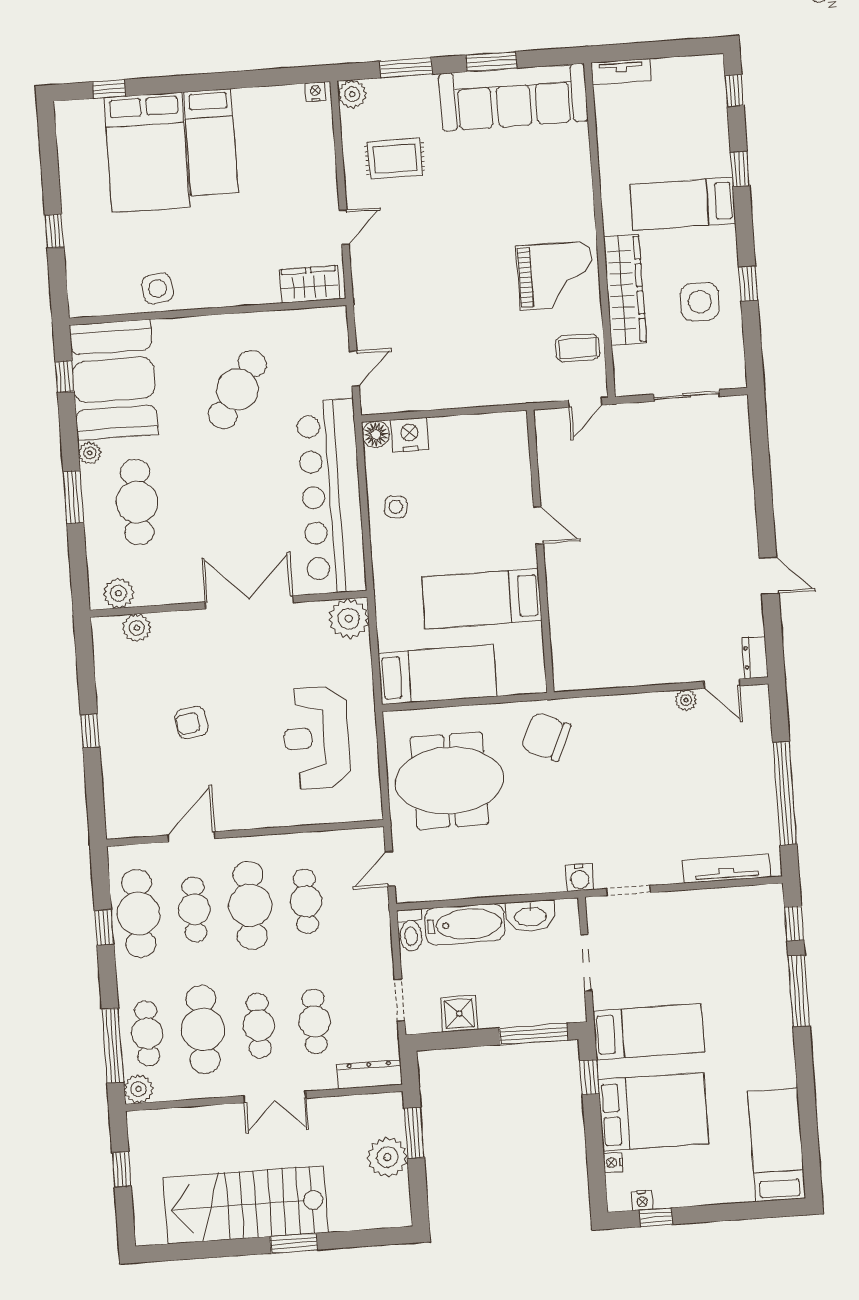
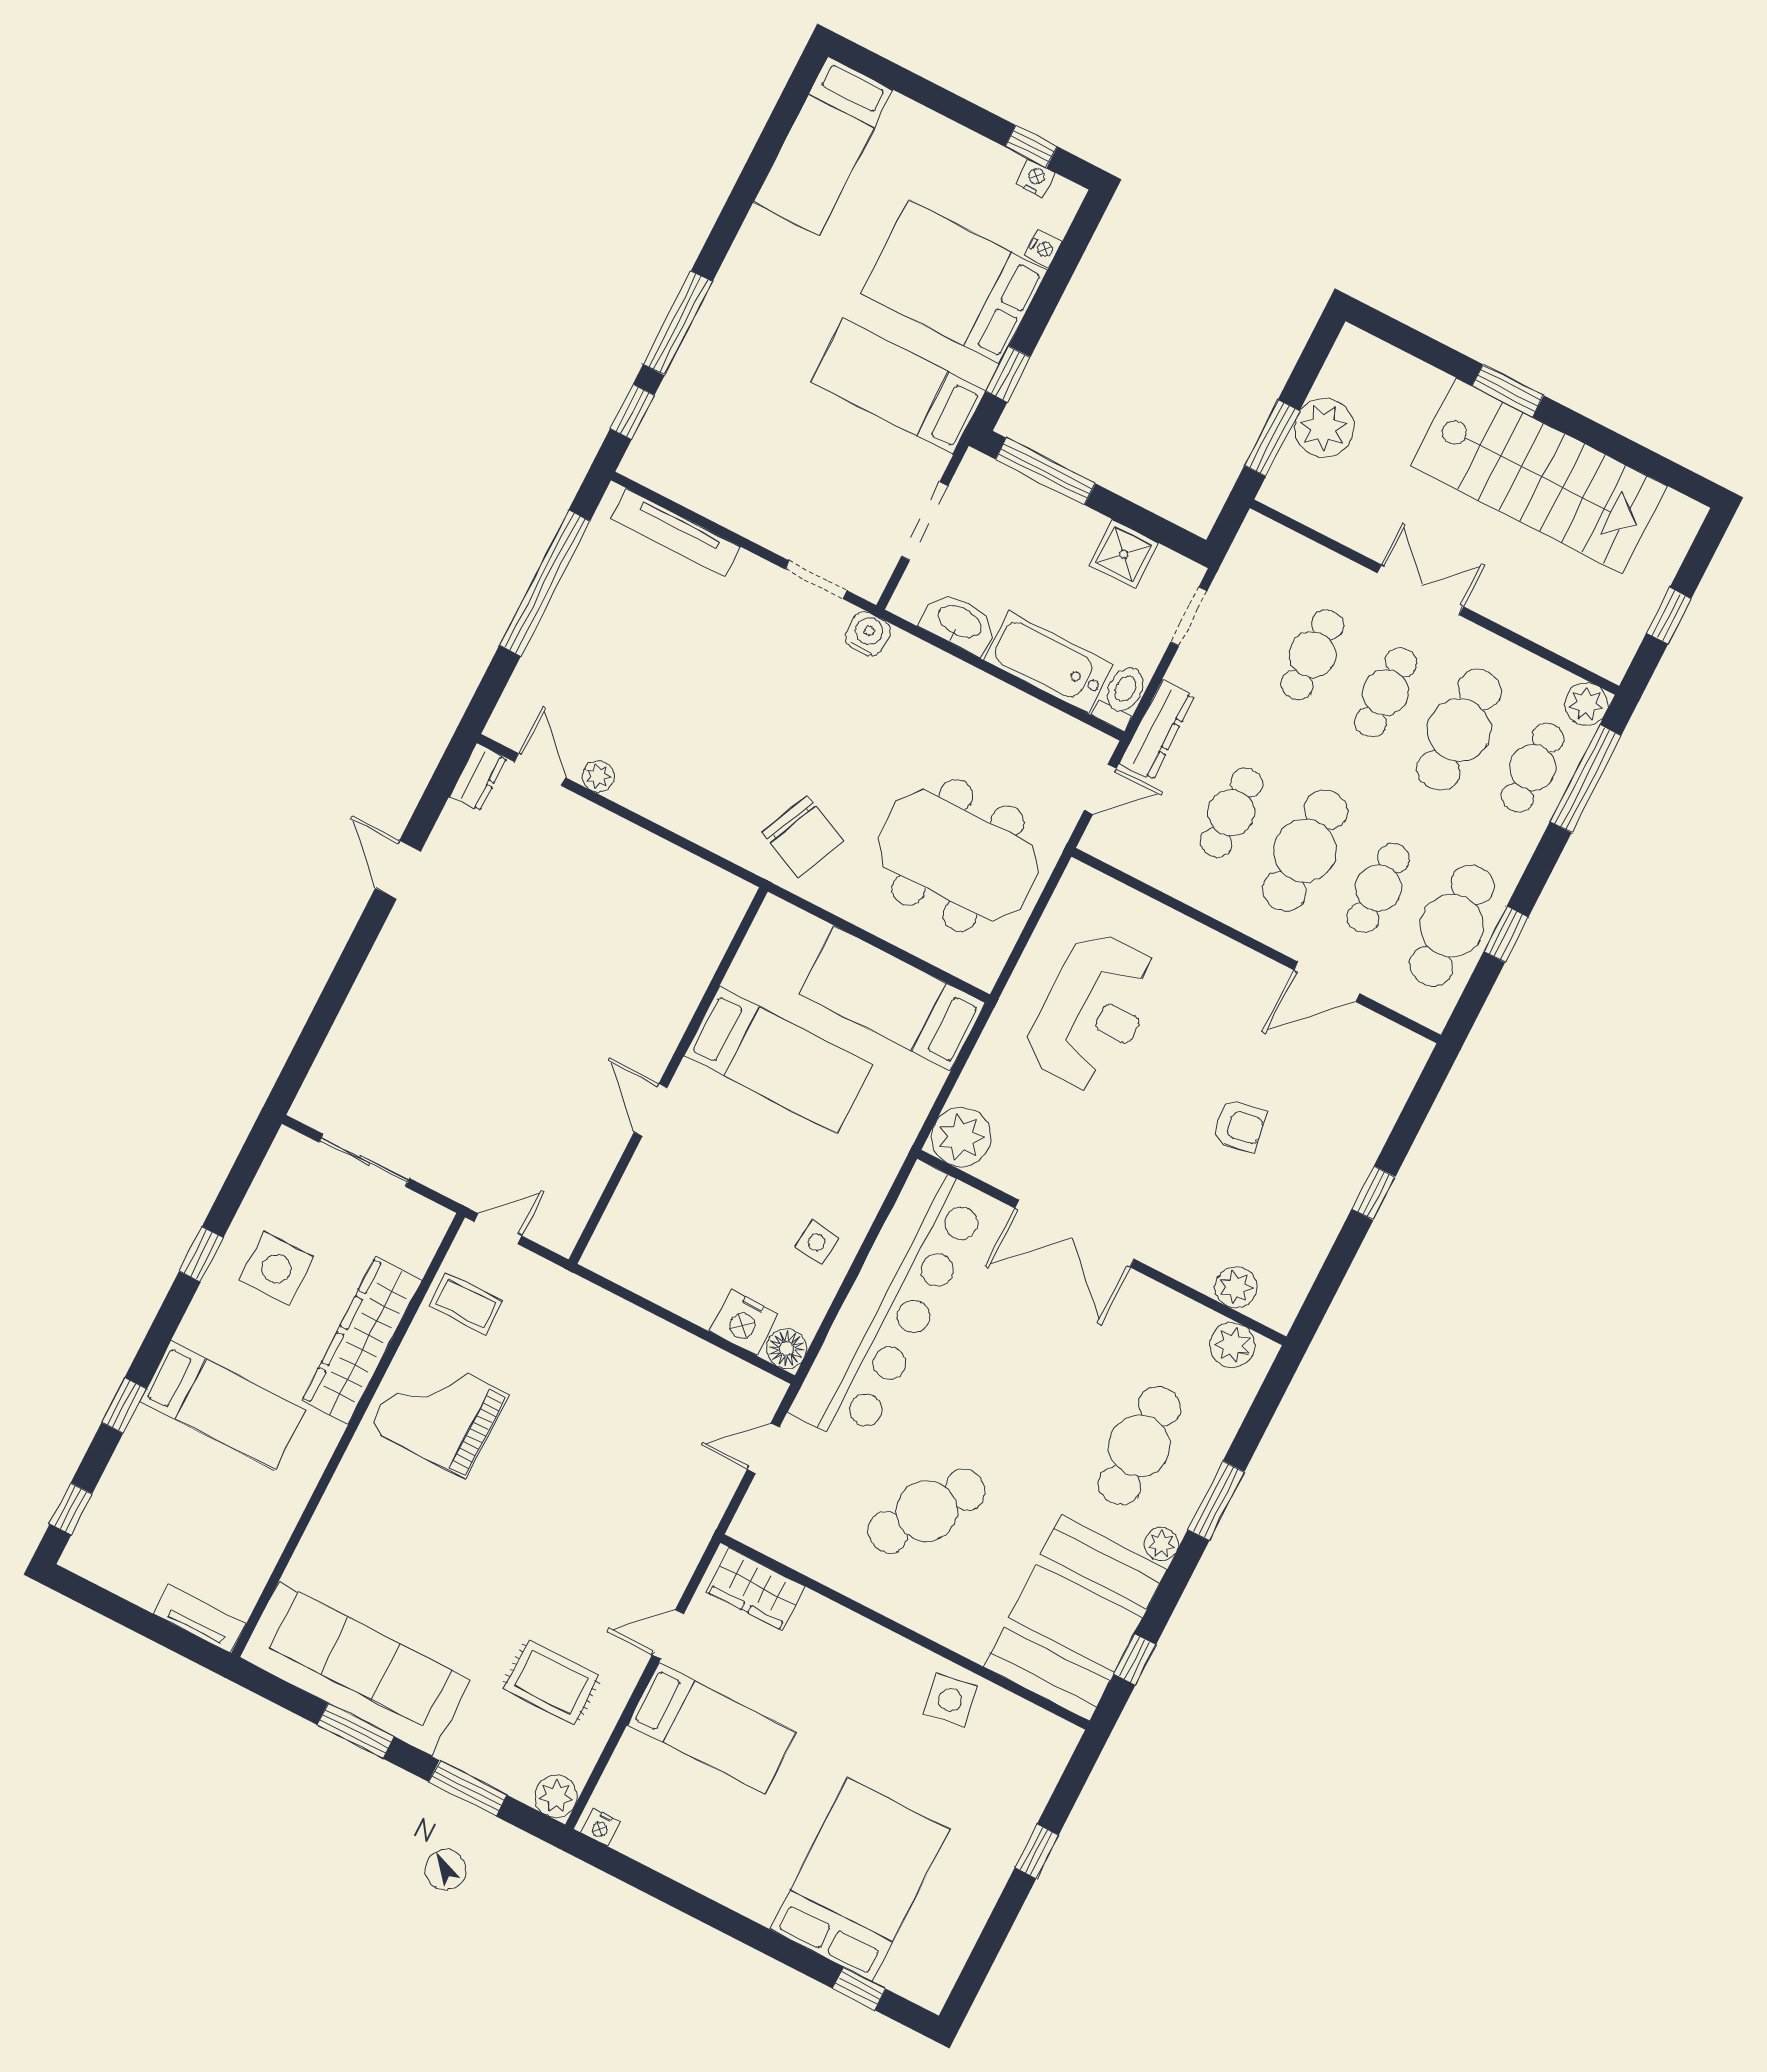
bed: (211, 142) -> (712, 1728), moved, turned 90
dresser: (369, 1074) -> (1157, 730), moved, turned -90

